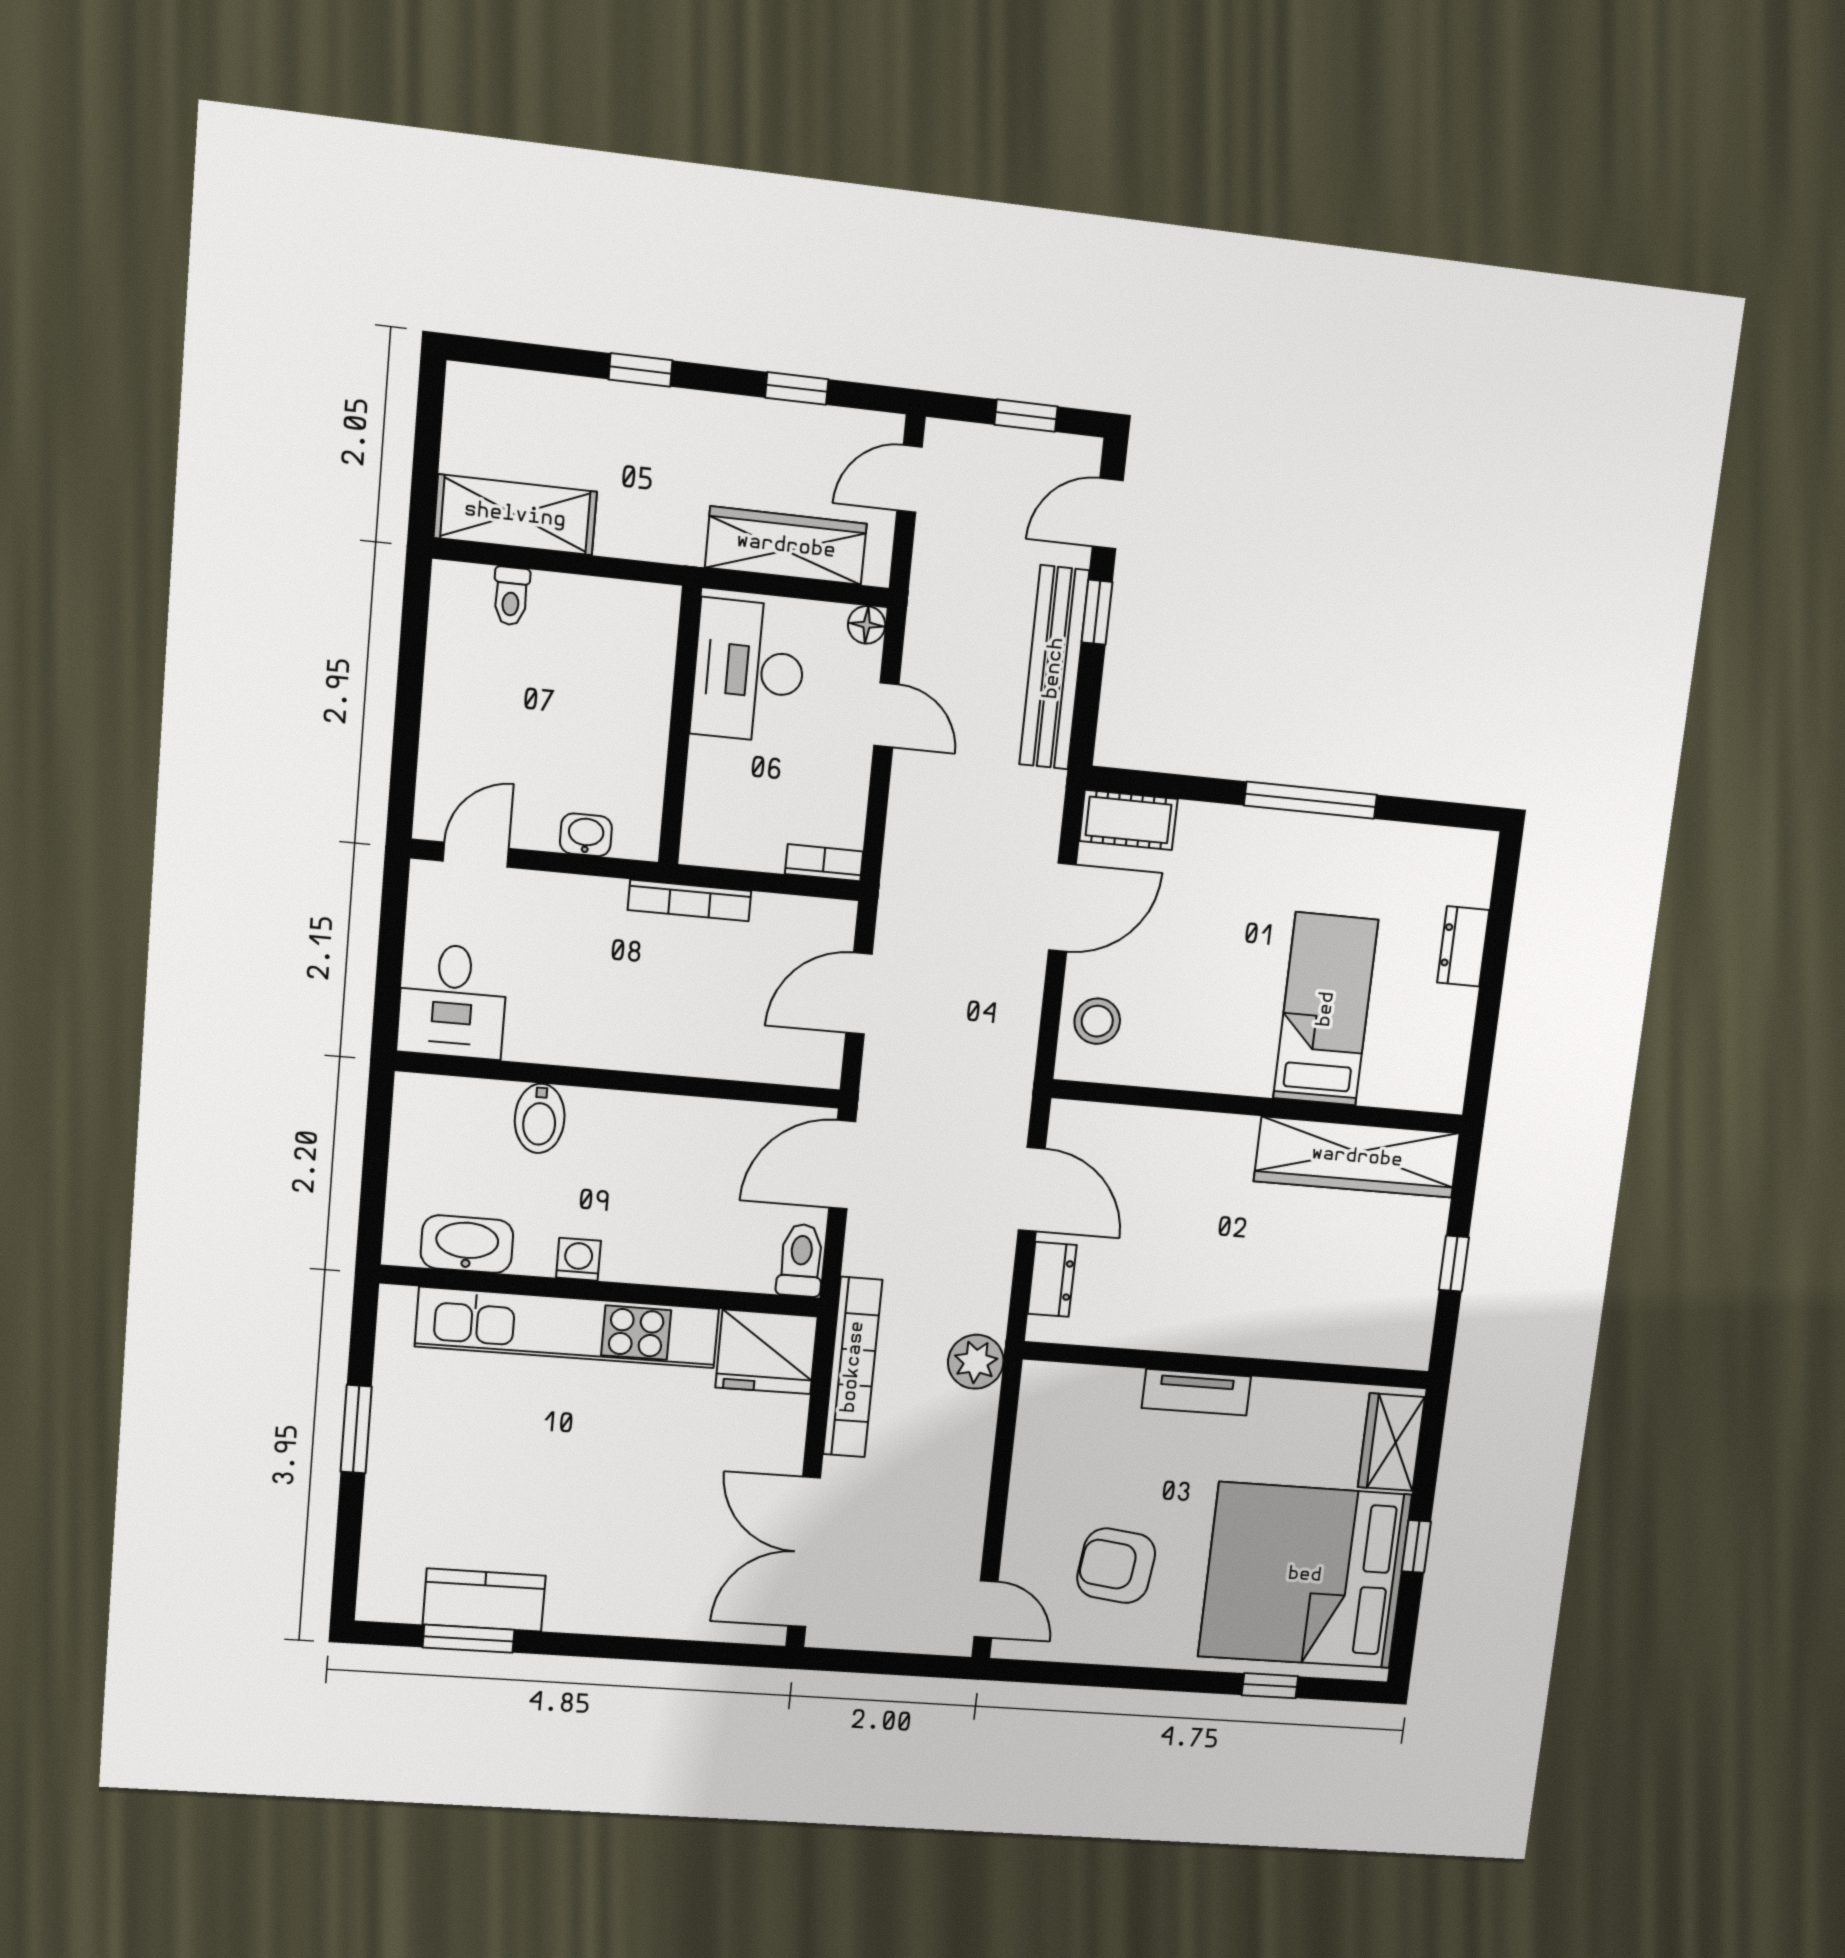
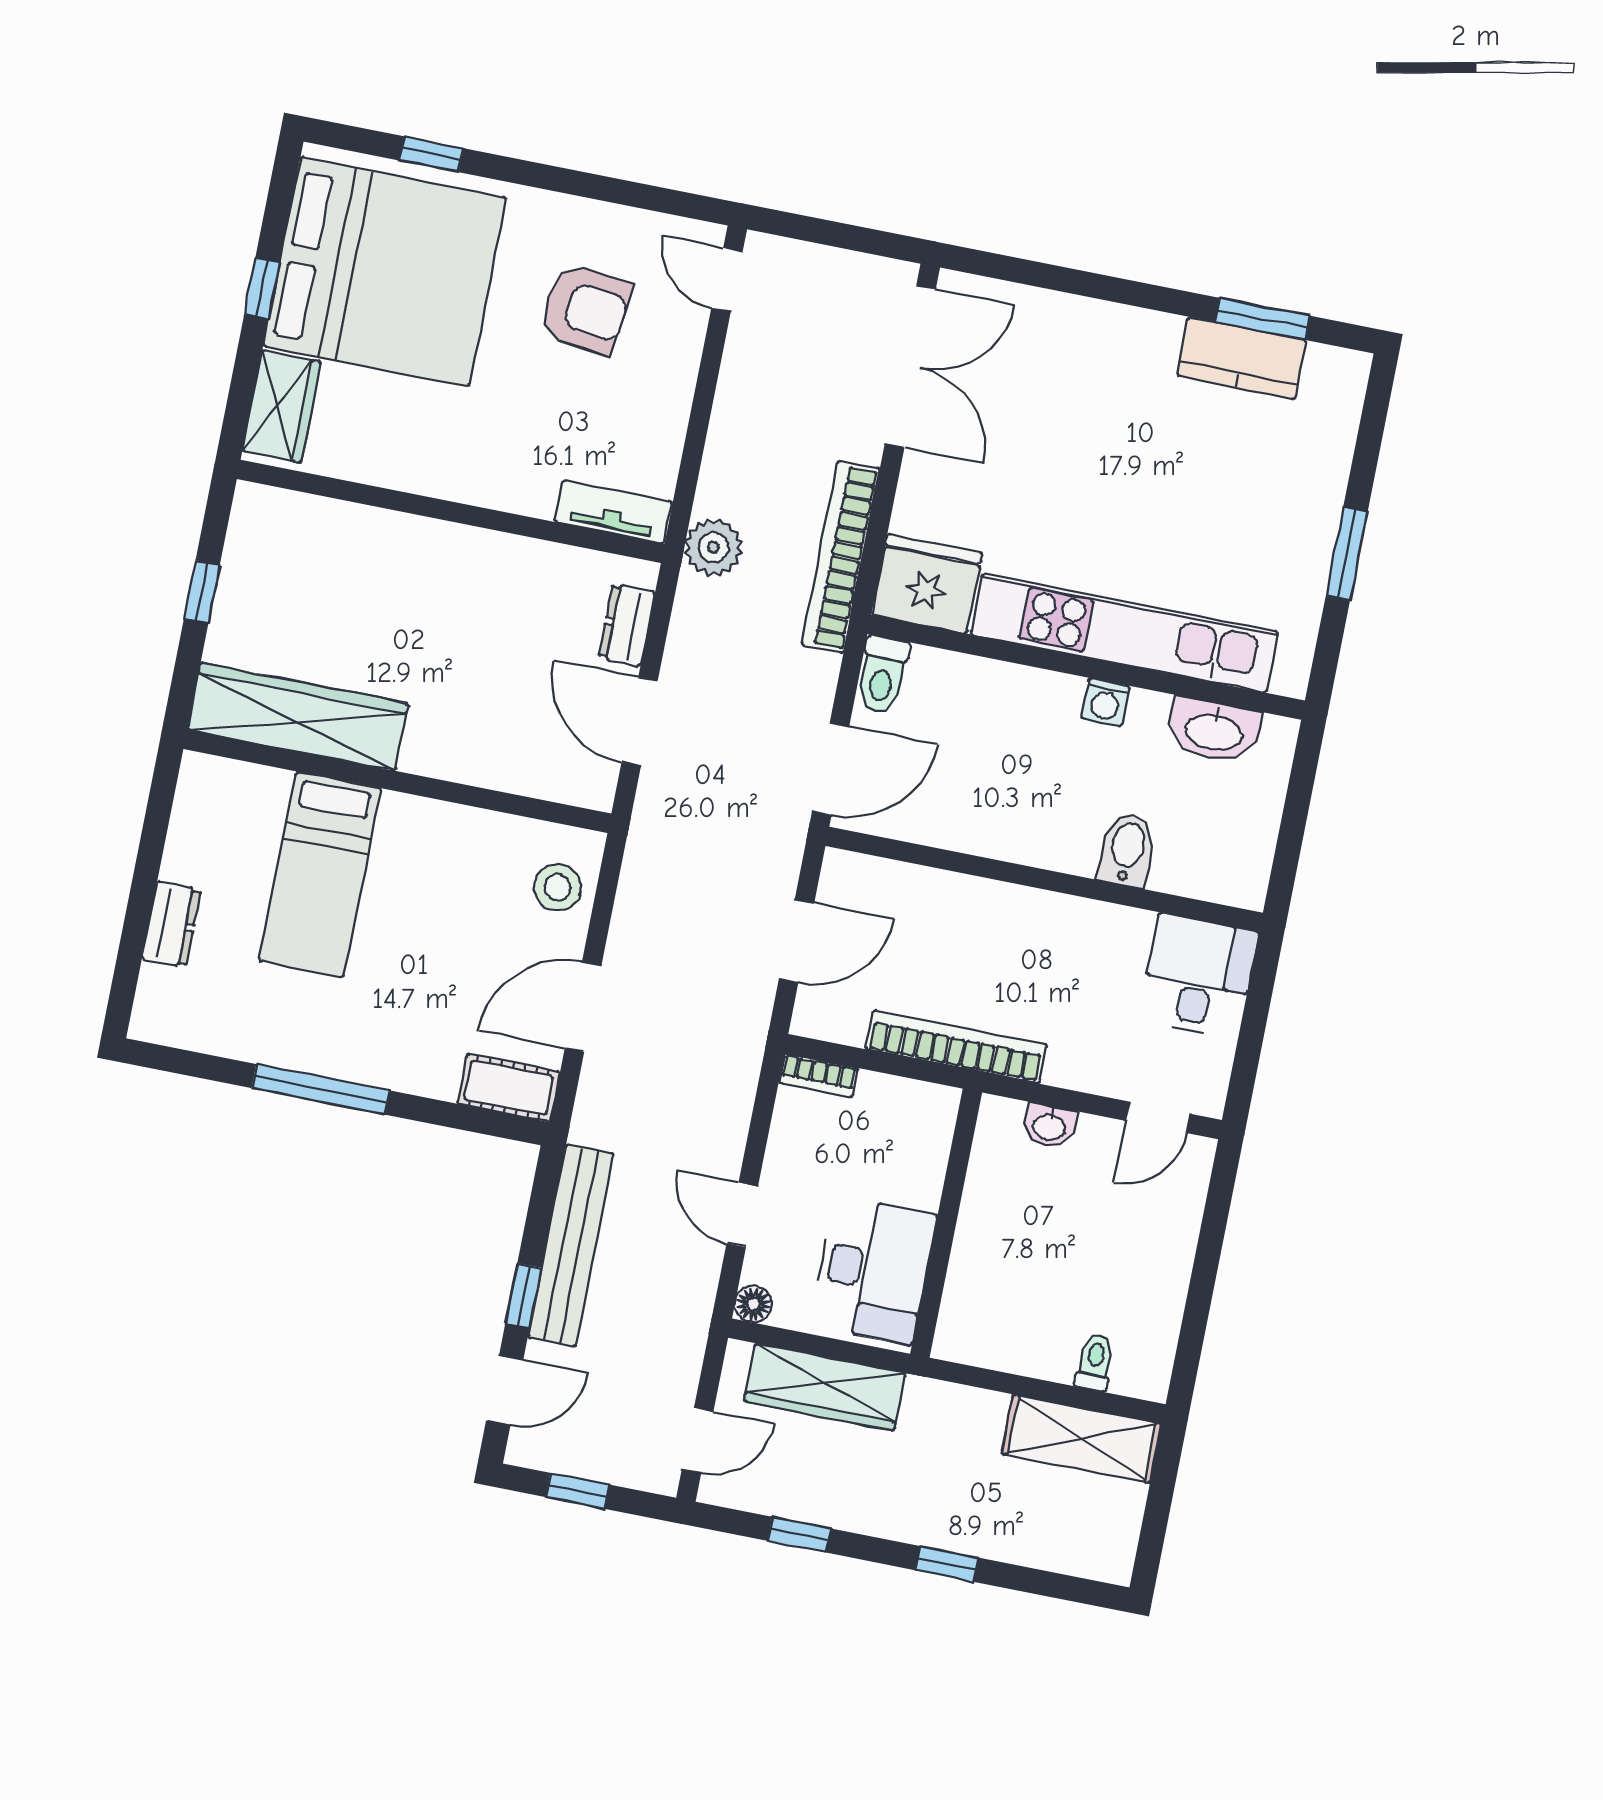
bookcase: (690, 900) -> (956, 1047), width x1.48, depth x1.31
tv unit: (1196, 1392) -> (613, 512), moved

